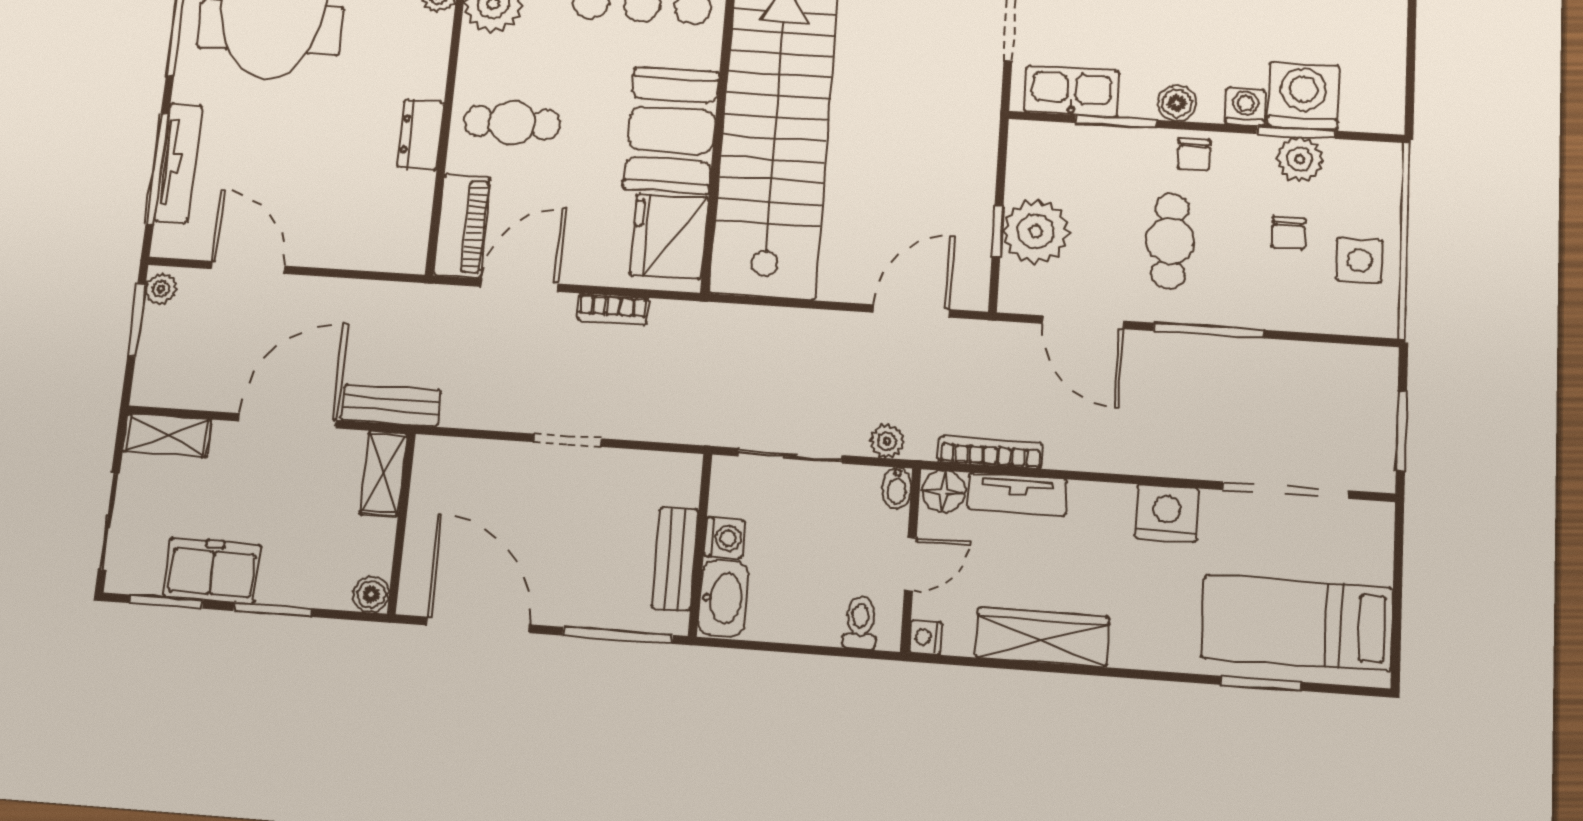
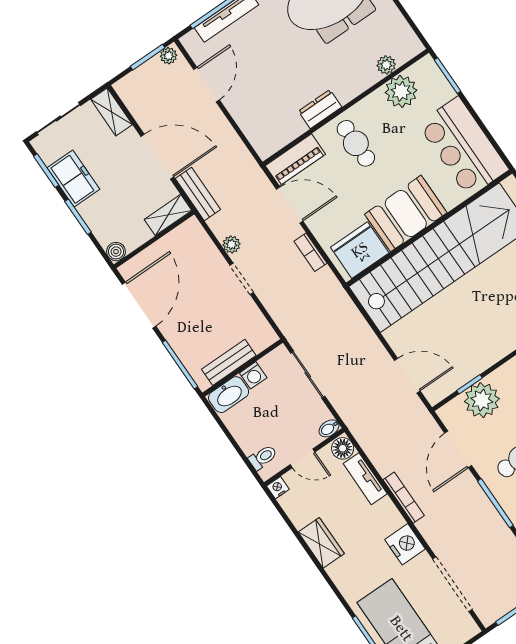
plant: (887, 441) -> (231, 244), moved
bookcase: (990, 452) -> (404, 498), moved
wardrobe: (1042, 637) -> (321, 543), width x0.67

